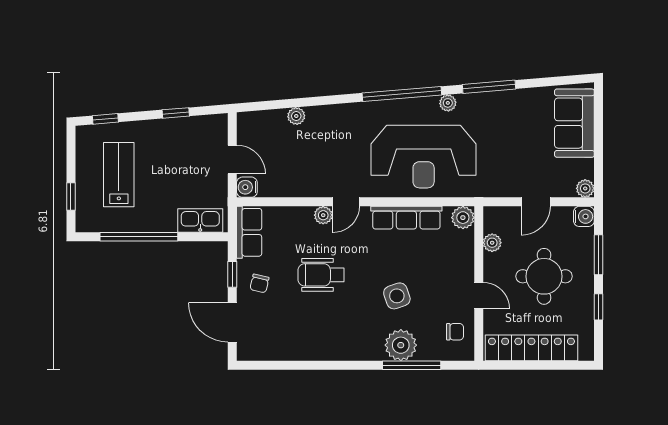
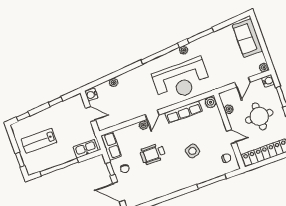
lab bench: (119, 175) -> (39, 141), turned -90
water cooler: (247, 187) -> (91, 95), moved
plant: (401, 345) -> (203, 174), removed

